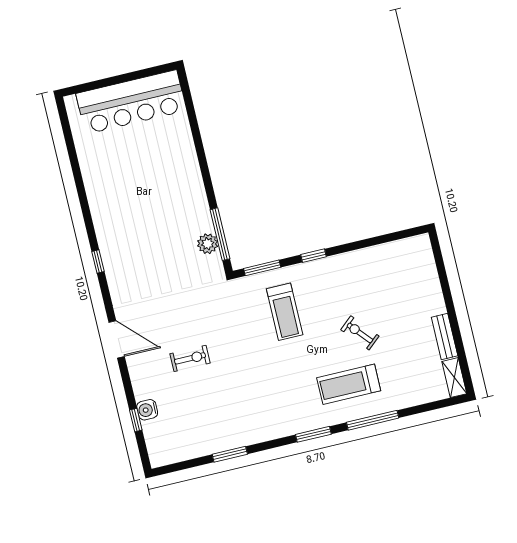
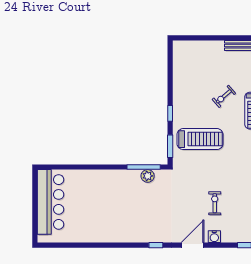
window: (98, 261) -> (156, 245), moved
treadmill: (285, 312) -> (200, 139), width x1.37, depth x1.38
water cooler: (147, 410) -> (214, 237), moved

